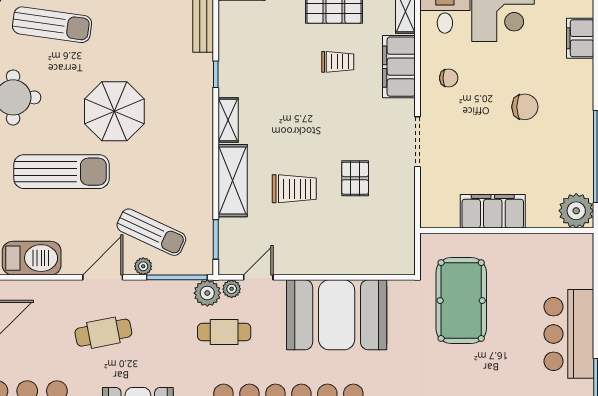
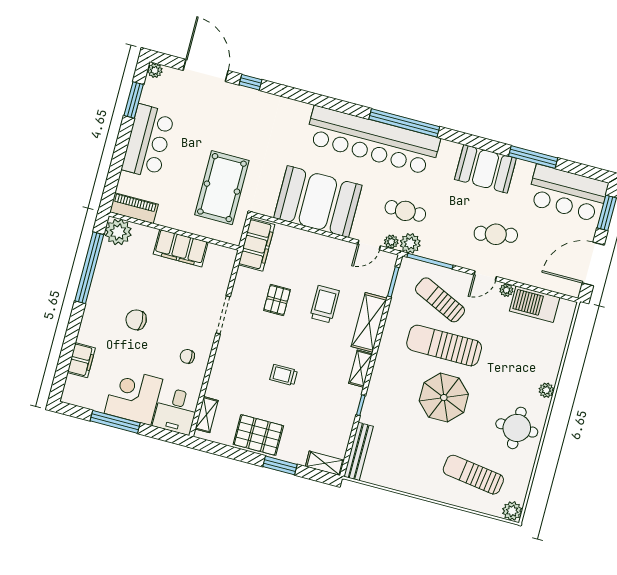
trolley: (338, 62) -> (284, 375), moved
filing cabinet: (399, 67) -> (257, 245), moved
sun lounger: (61, 172) -> (444, 345), moved
trolley: (294, 189) -> (325, 304), turned 90
piano: (564, 246) -> (134, 208), added
plant: (143, 266) -> (506, 290), moved
door: (103, 277) -> (485, 276), width x0.73

